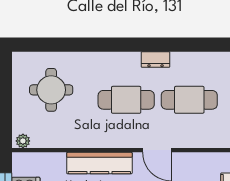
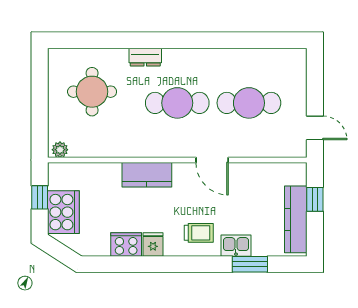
dresser: (156, 59) -> (145, 57), moved
kitchen counter: (99, 163) -> (147, 175), width x0.67

